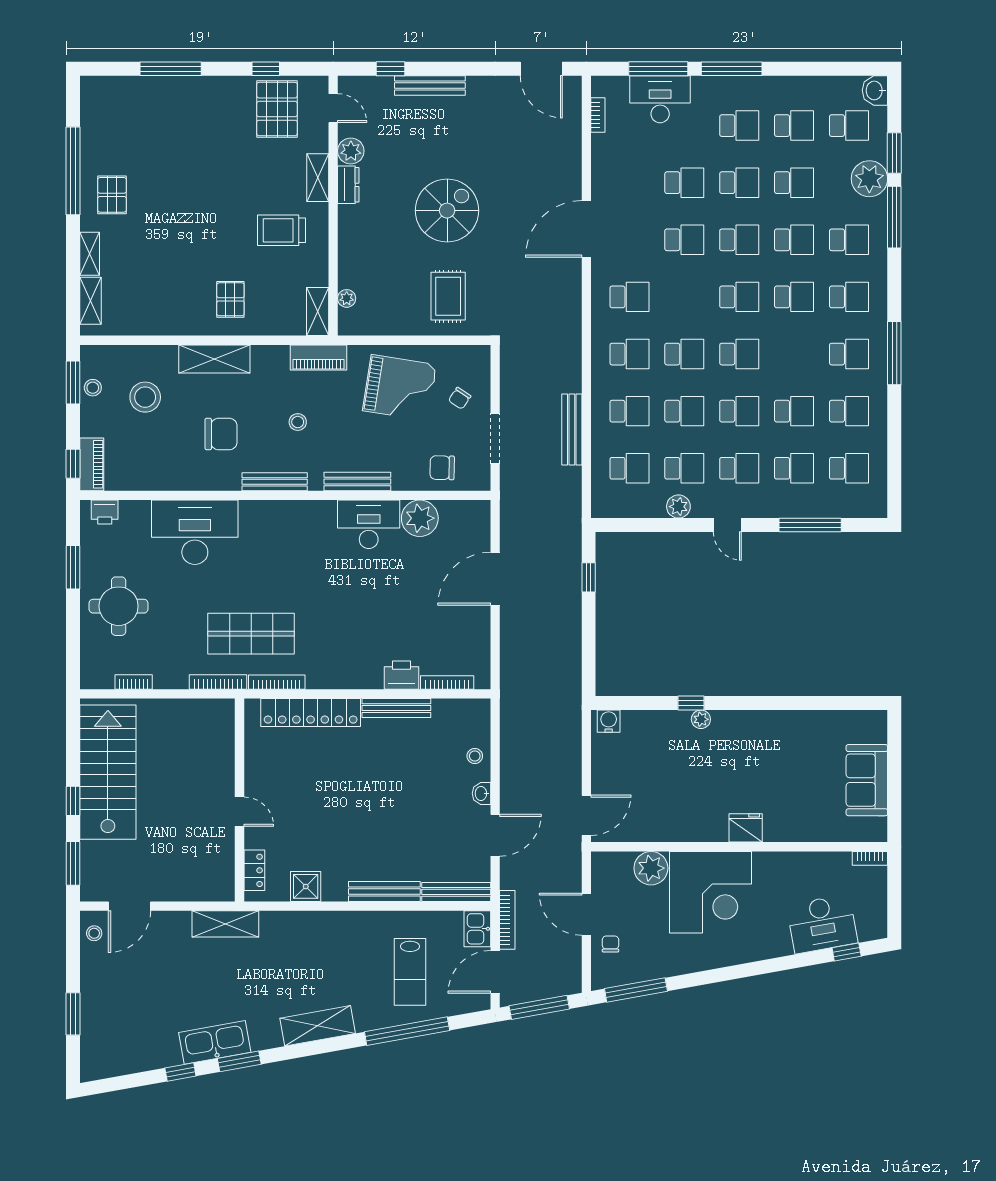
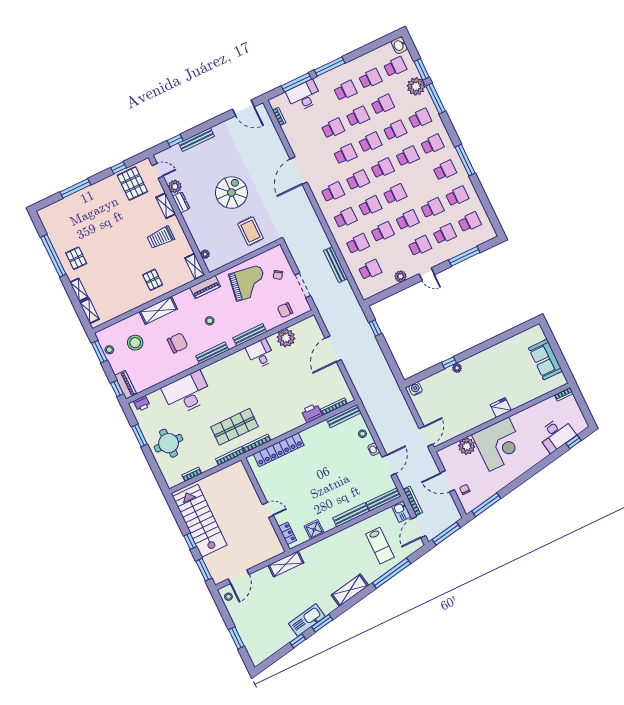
school desk: (684, 468) -> (358, 180), moved
desk: (369, 524) -> (260, 354), width x0.73
bench: (396, 708) -> (344, 416), moved

